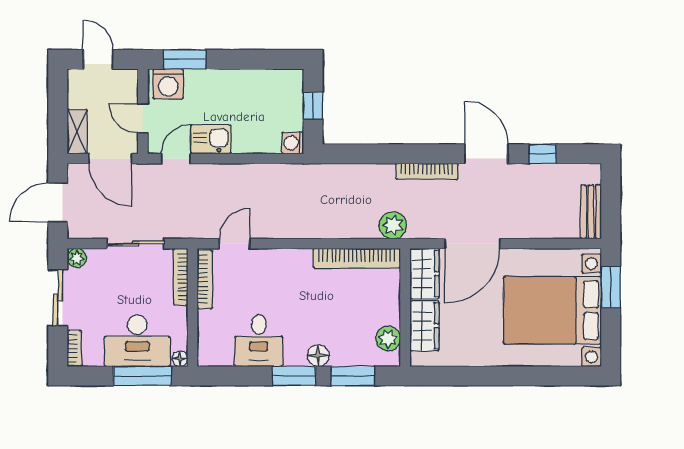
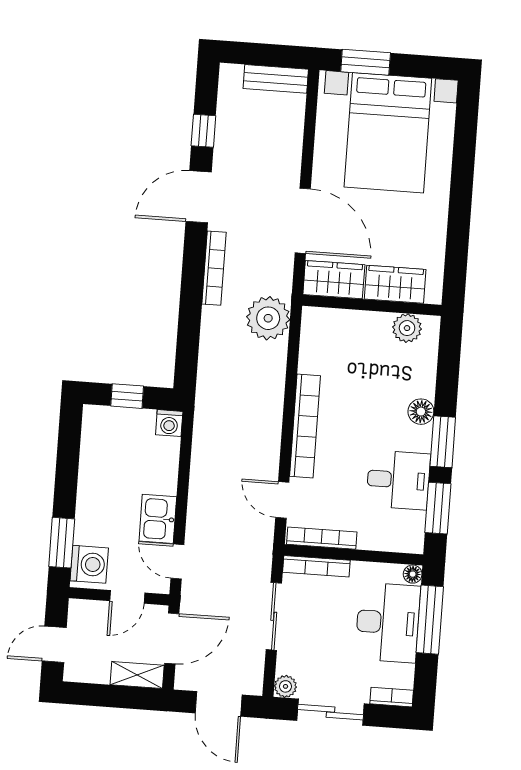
plant: (393, 225) -> (268, 318), width x1.36, depth x1.36
bookcase: (357, 258) -> (305, 426), moved
window: (353, 376) -> (438, 508), moved

